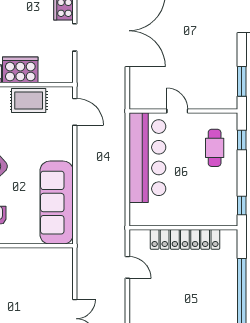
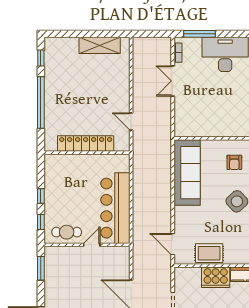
door: (177, 111) -> (92, 245), swing flipped
cafe table: (215, 148) -> (67, 232), moved, turned 90
window: (242, 205) -> (41, 196), moved

